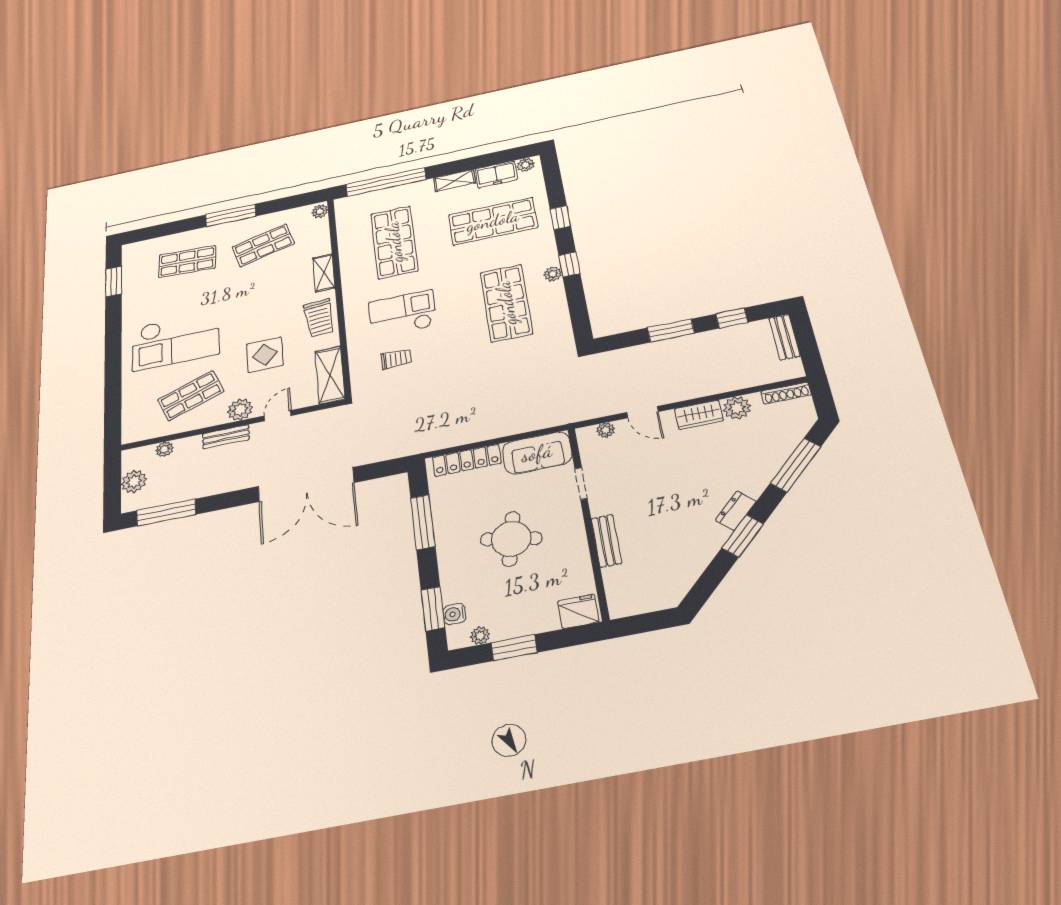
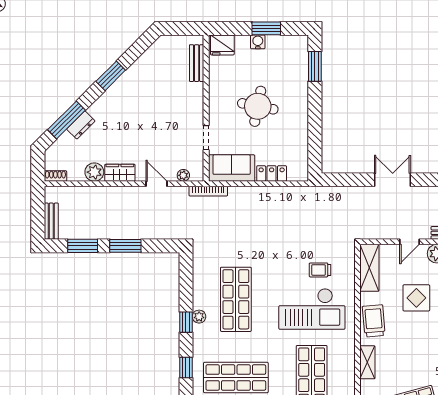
checkout: (402, 314) -> (312, 309), width x1.36, depth x1.21
window: (732, 318) -> (83, 246), width x1.50
shoe rack: (786, 393) -> (55, 176), width x0.70
bookcase: (566, 418) -> (208, 191), added
locker: (467, 460) -> (272, 173), width x0.66
double door: (306, 484) -> (393, 180), width x0.54
dresser: (736, 511) -> (81, 125), moved
window: (423, 522) -> (315, 132), removed
bench: (606, 541) -> (197, 63), moved
water cooler: (454, 614) -> (258, 42), moved, turned -90
plant: (480, 636) -> (287, 41), removed

